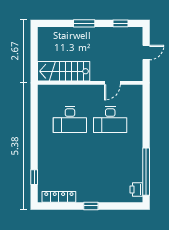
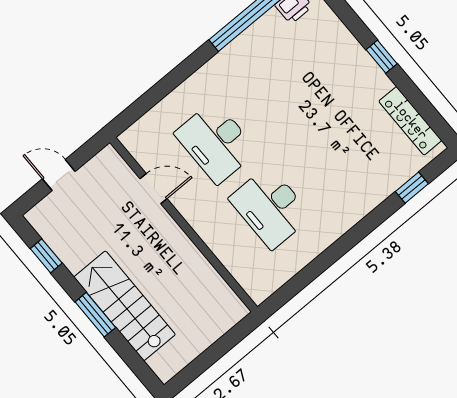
stairs: (64, 71) -> (125, 306), moved, turned 180
desk: (70, 120) -> (270, 207), turned 180
desk: (110, 120) -> (216, 142), turned 180

